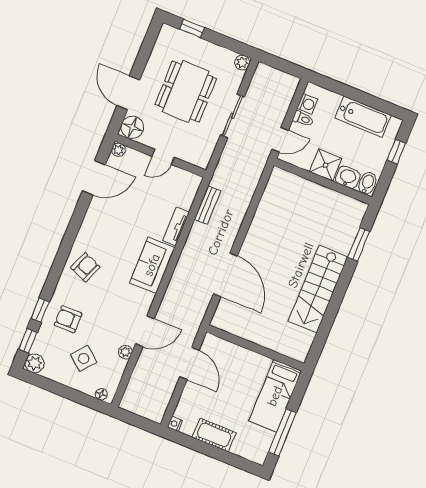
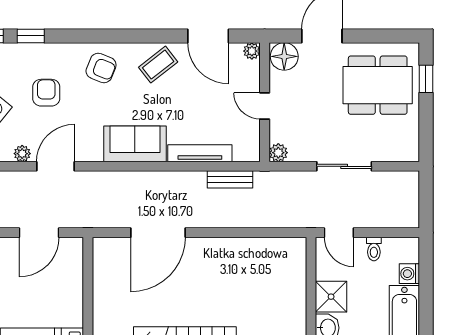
plant: (242, 63) -> (278, 153), moved
dining table: (186, 91) -> (378, 85), moved
washing machine: (307, 104) -> (409, 274), moved, turned 90
coffee table: (100, 224) -> (158, 65), added
tv unit: (176, 226) -> (200, 153), width x1.41
armchair: (68, 319) -> (46, 93), moved
door: (145, 331) -> (55, 166), swing flipped

